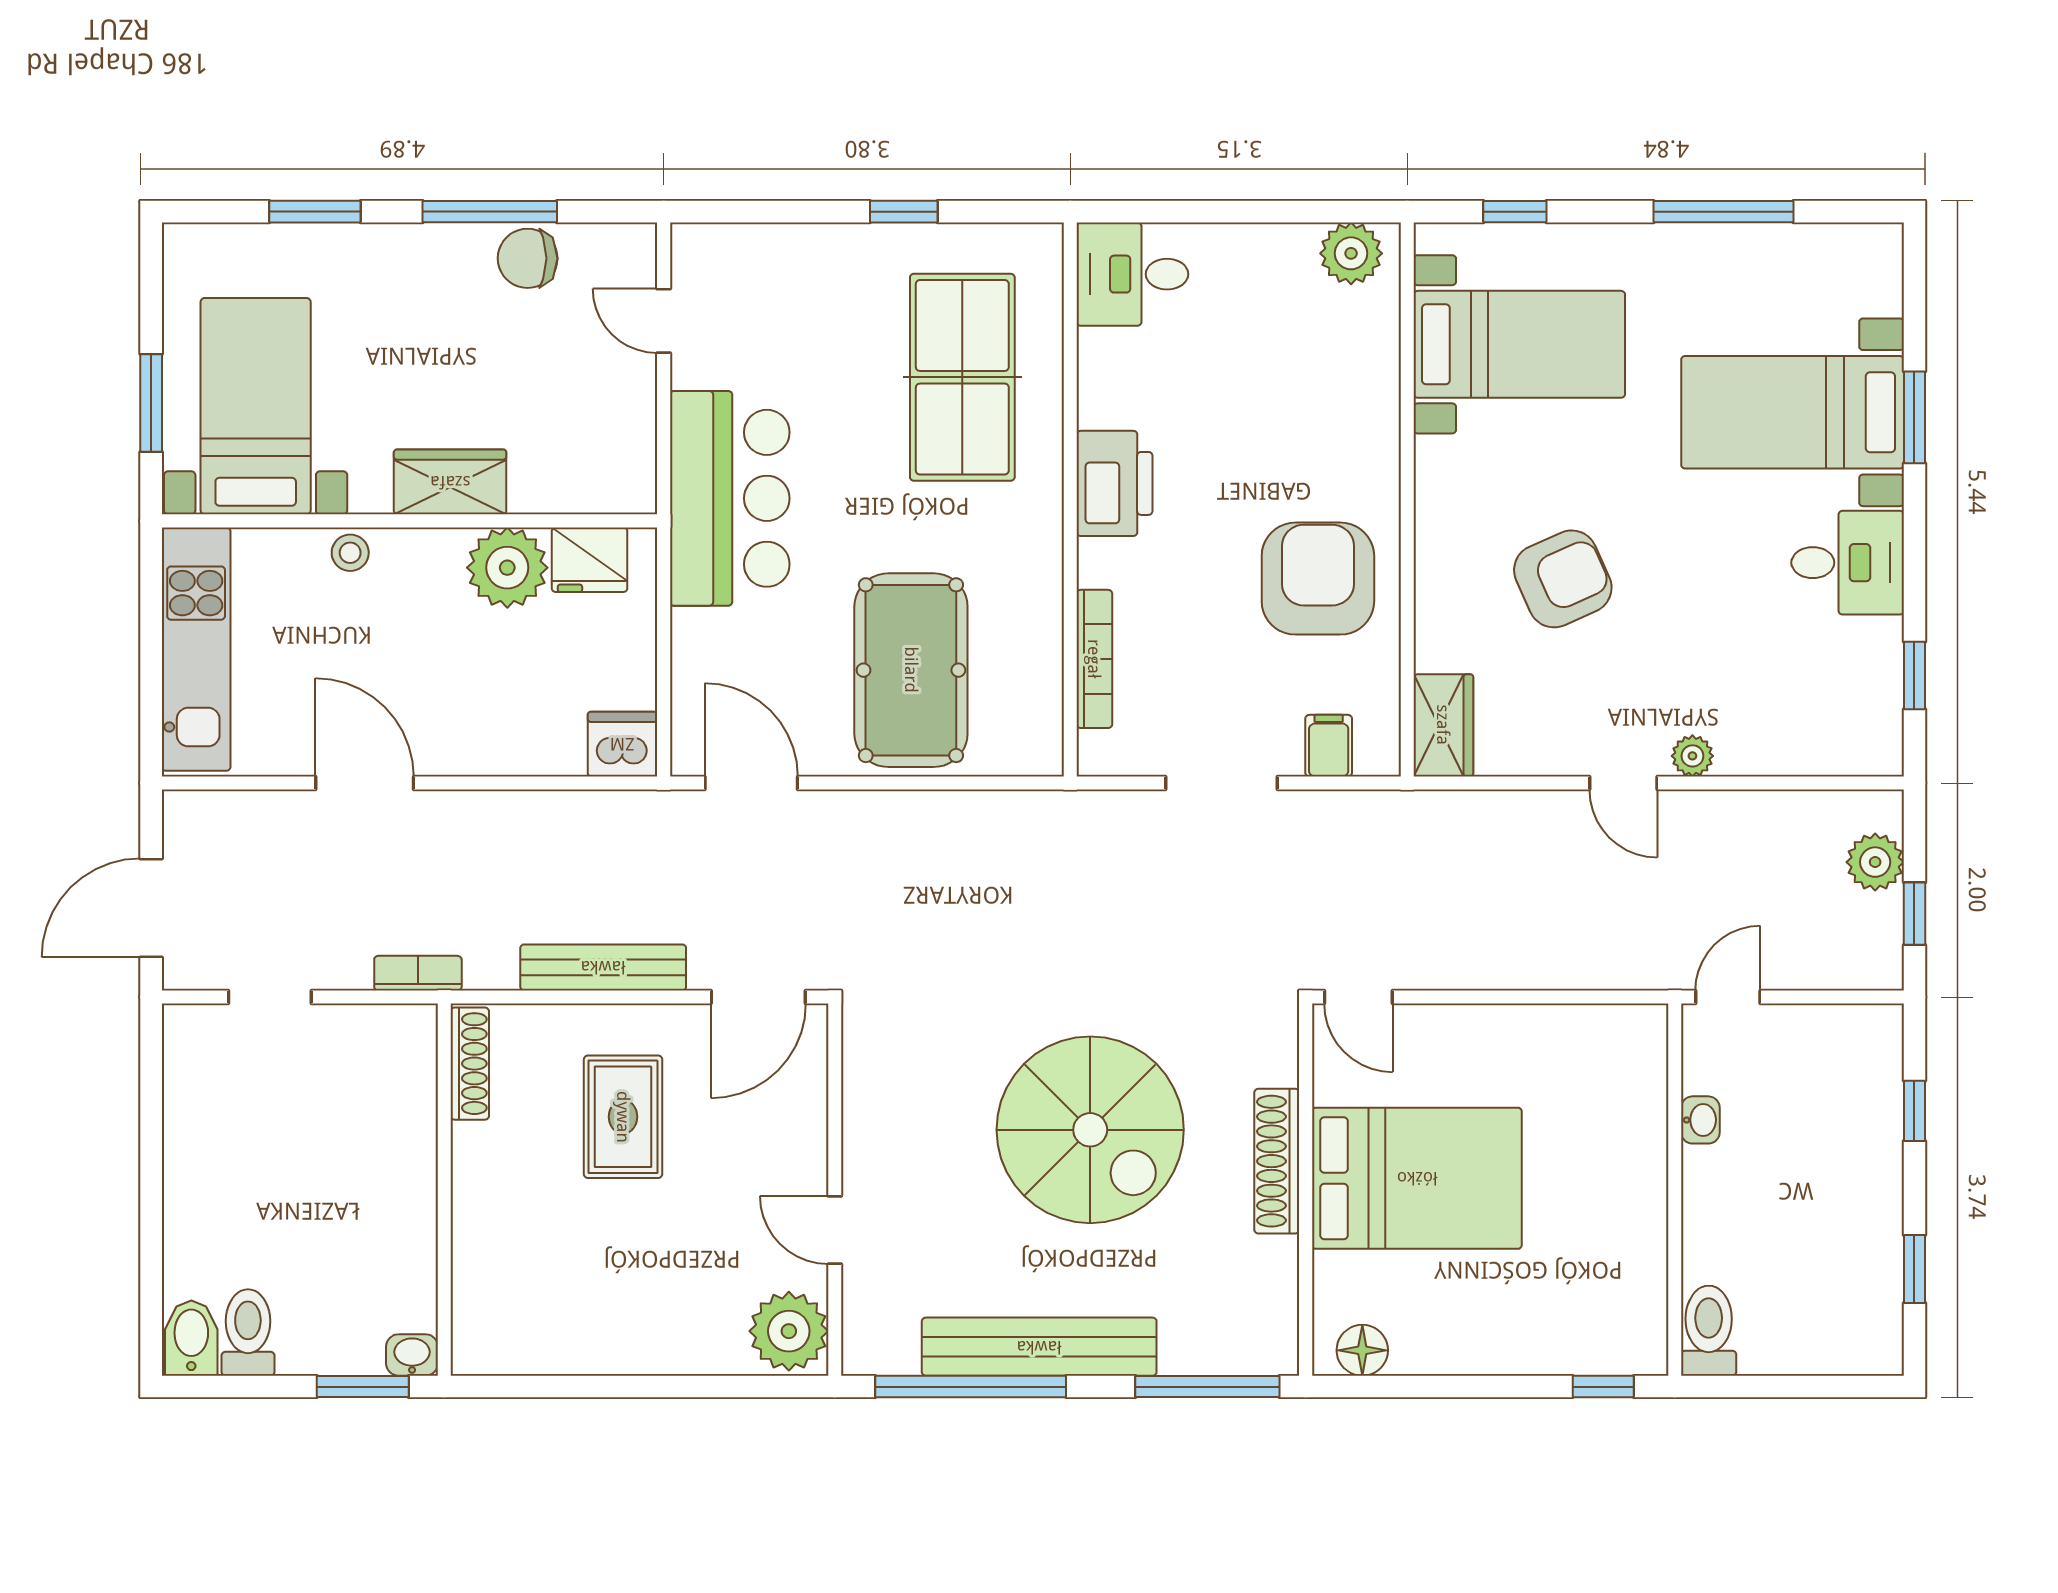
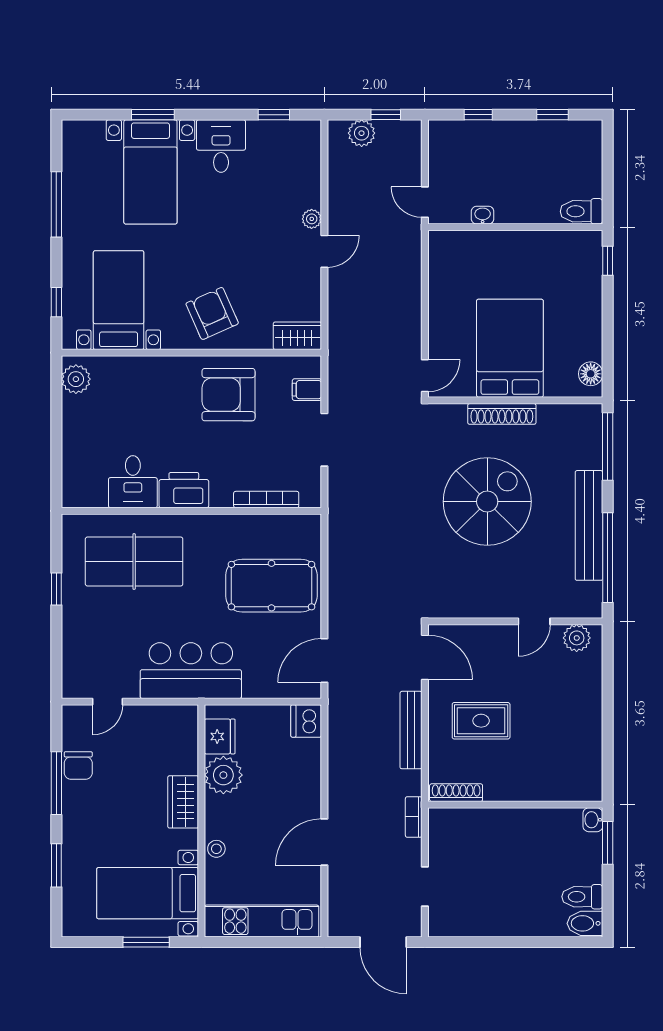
desk: (1132, 274) -> (133, 482), moved
armchair: (1563, 579) -> (212, 313), moved
plant: (789, 1331) -> (577, 638), width x0.73, depth x0.73

